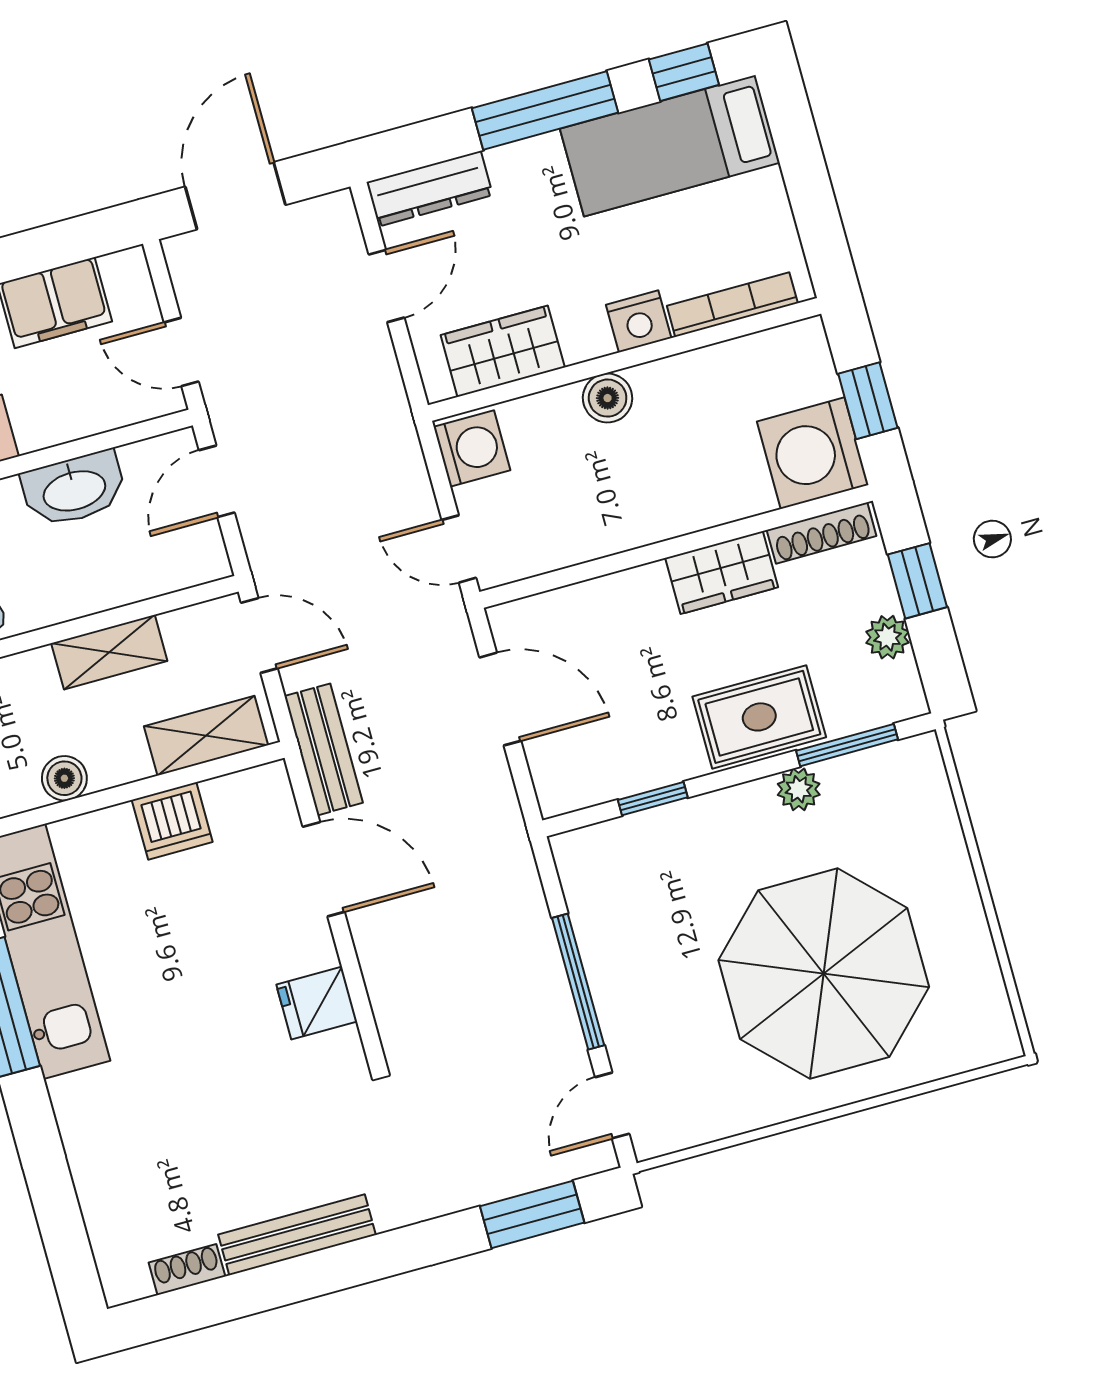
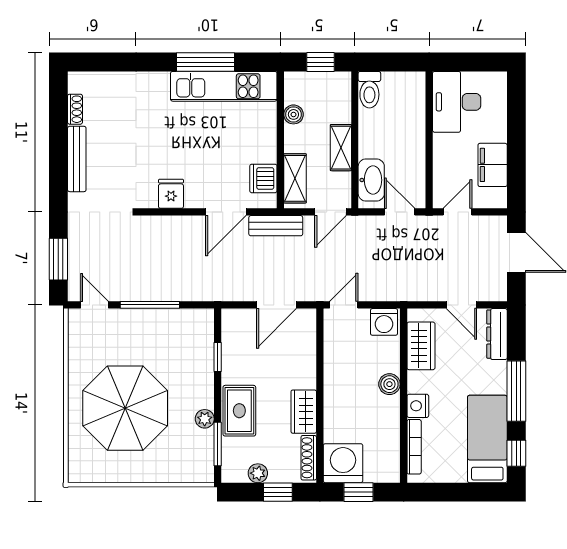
washbasin: (74, 489) -> (371, 180), moved, turned 180
dishwasher: (172, 821) -> (263, 178), moved

